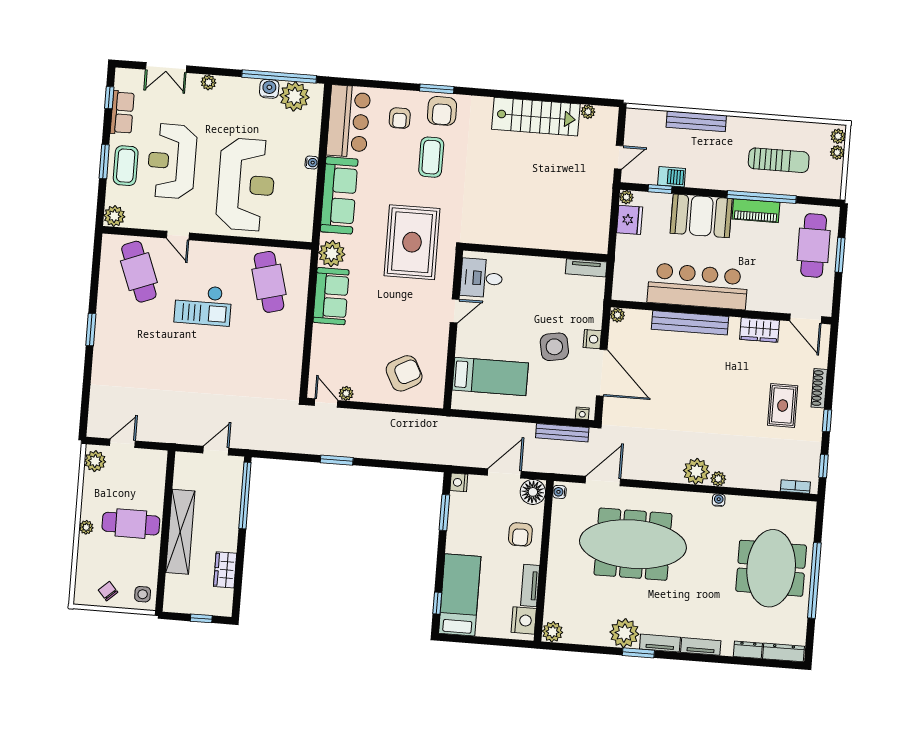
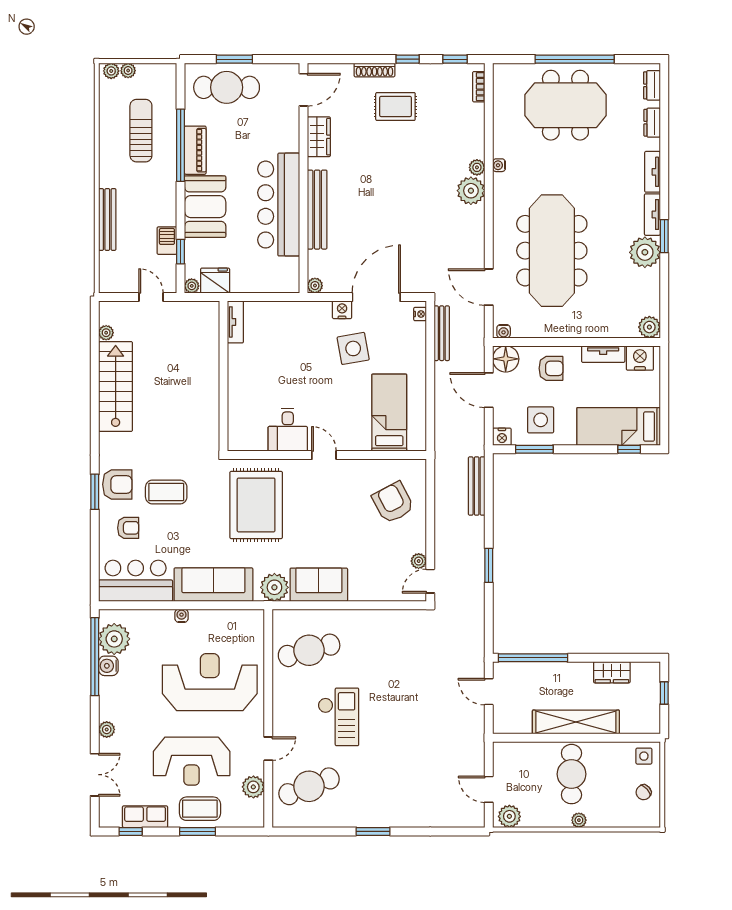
plant: (114, 216) -> (253, 787), moved
rug: (412, 242) -> (256, 505), turned 90
wall: (535, 252) -> (223, 376), moved
tv unit: (586, 268) -> (235, 322), moved
bench: (414, 455) -> (477, 486), added
side table: (472, 521) -> (541, 420), added
dresser: (784, 652) -> (652, 85), width x0.70

